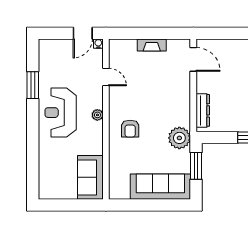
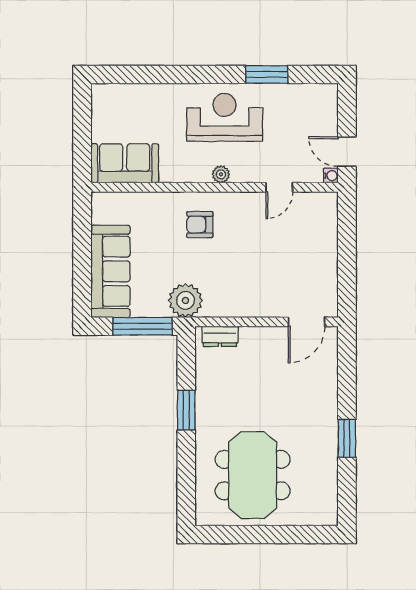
fireplace: (152, 45) -> (329, 258), removed
dresser: (203, 110) -> (220, 336), width x0.70
window: (196, 166) -> (143, 326), width x1.44

